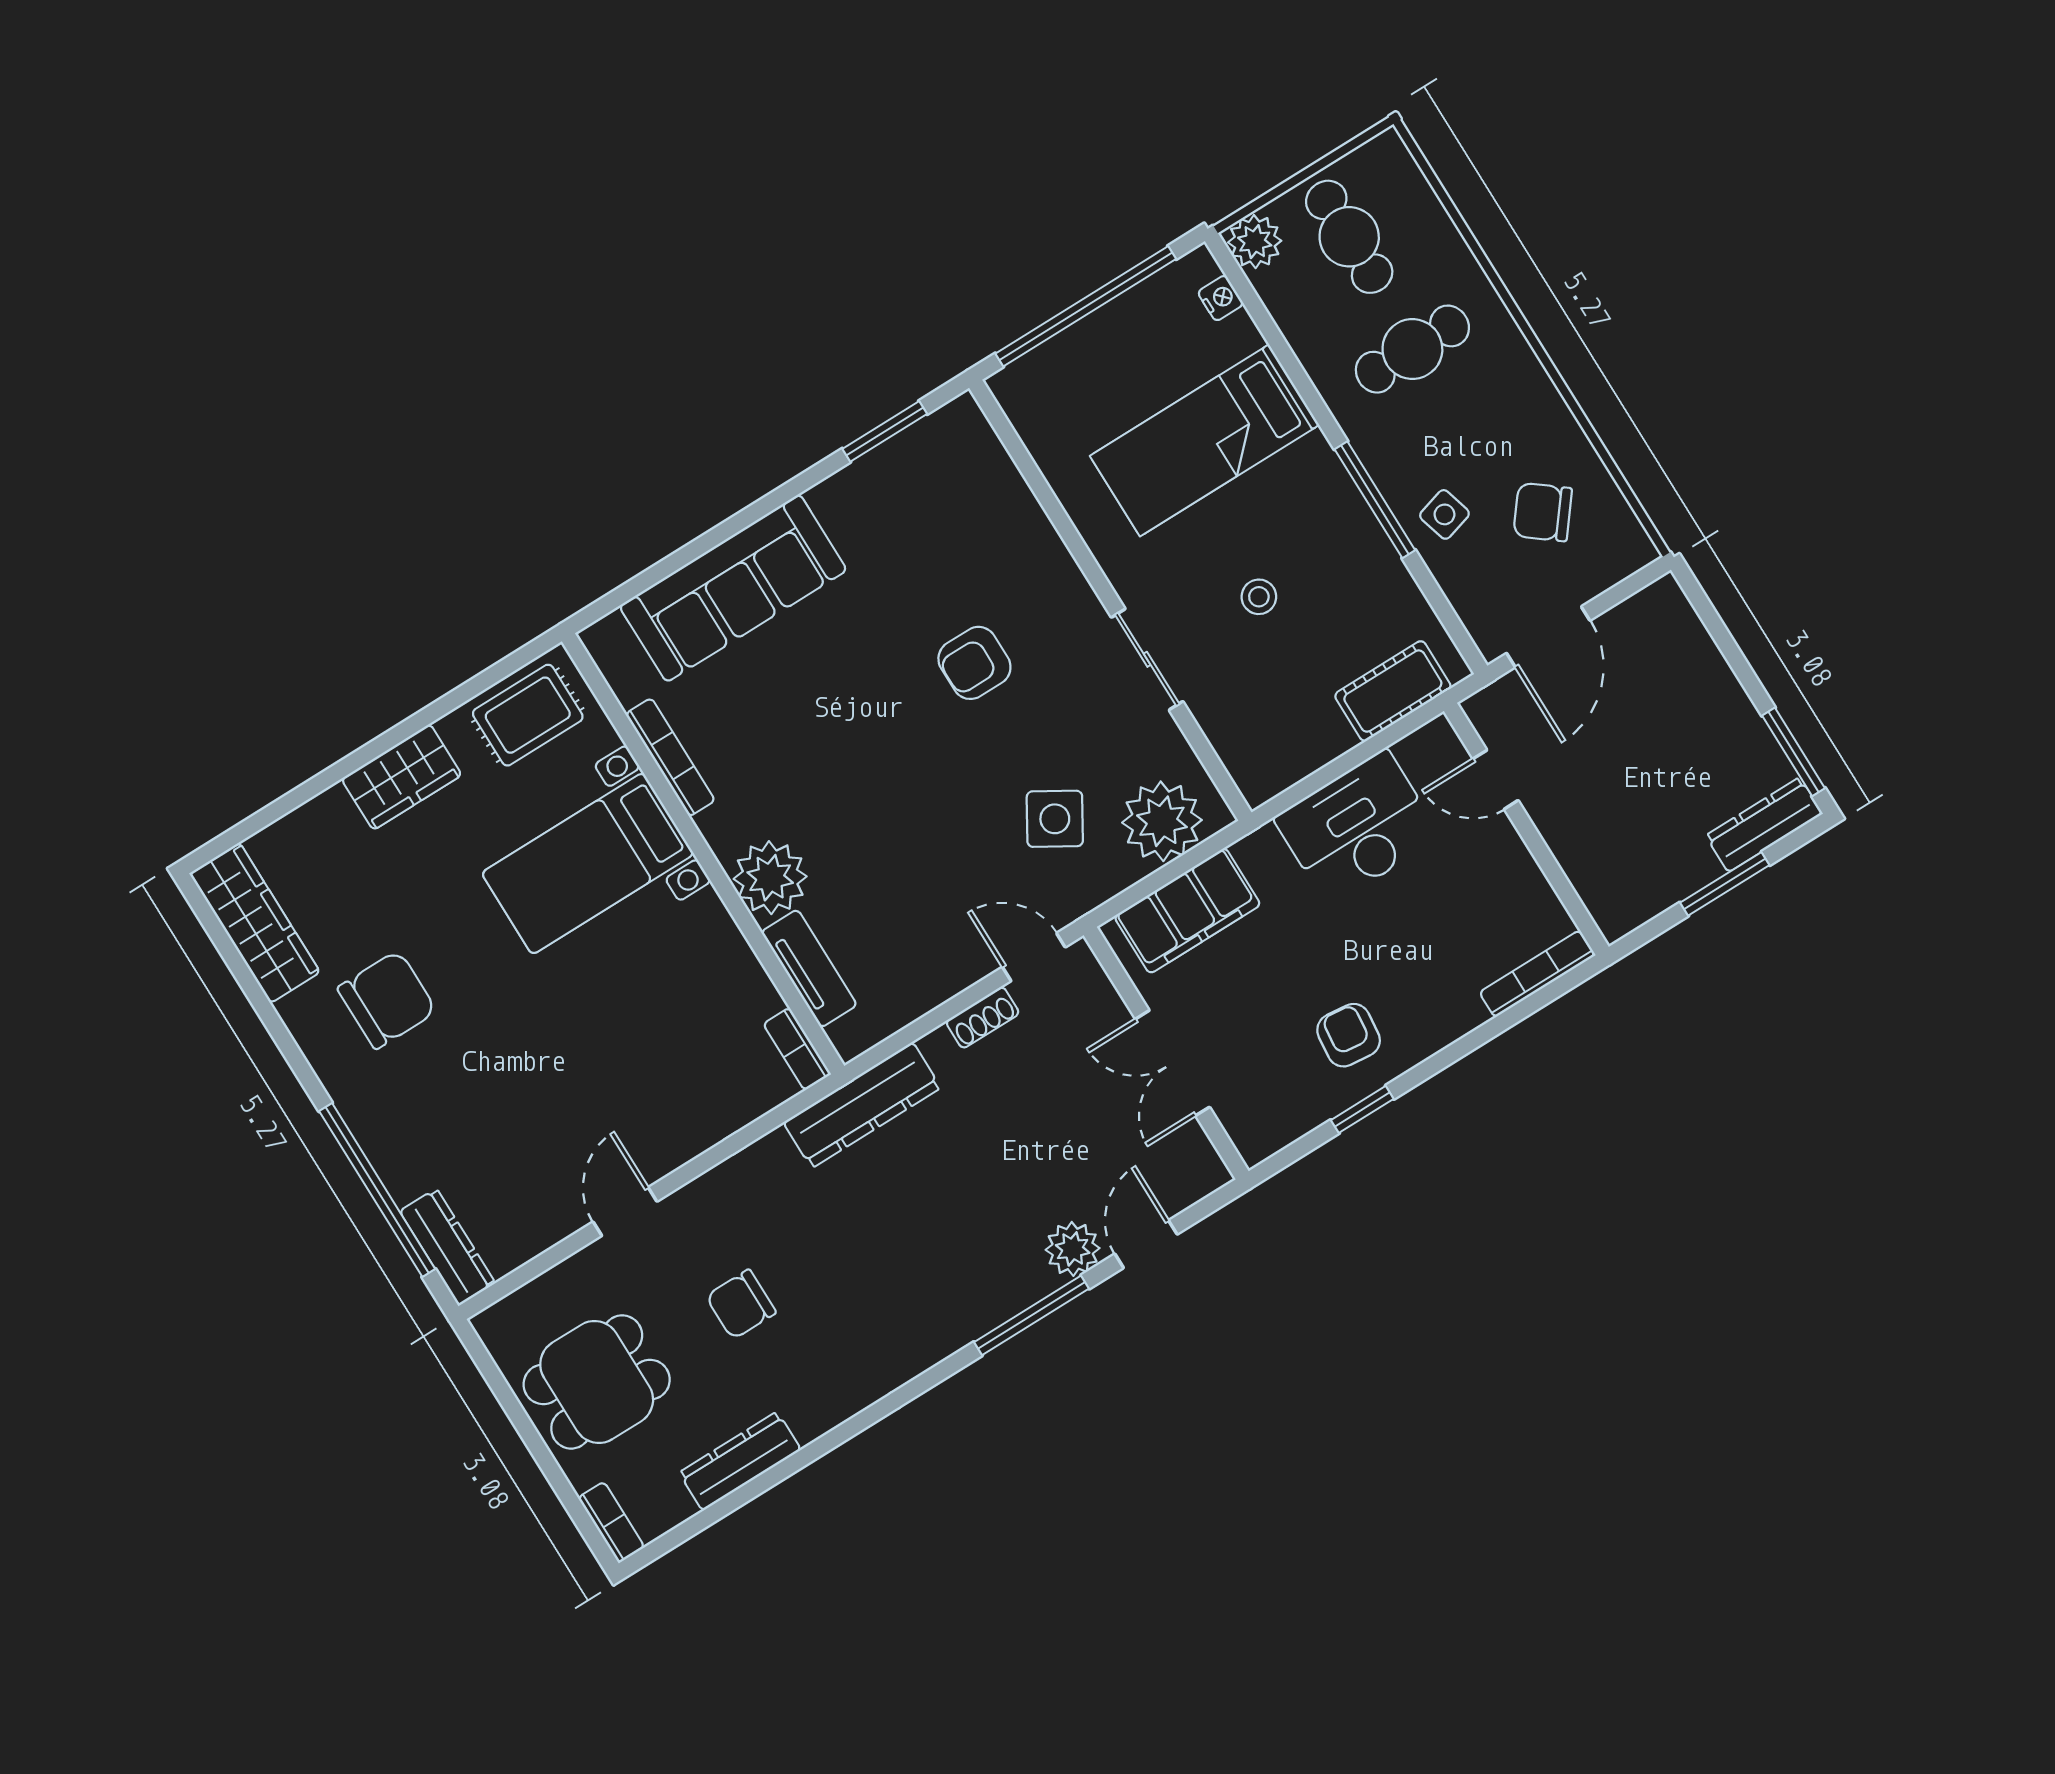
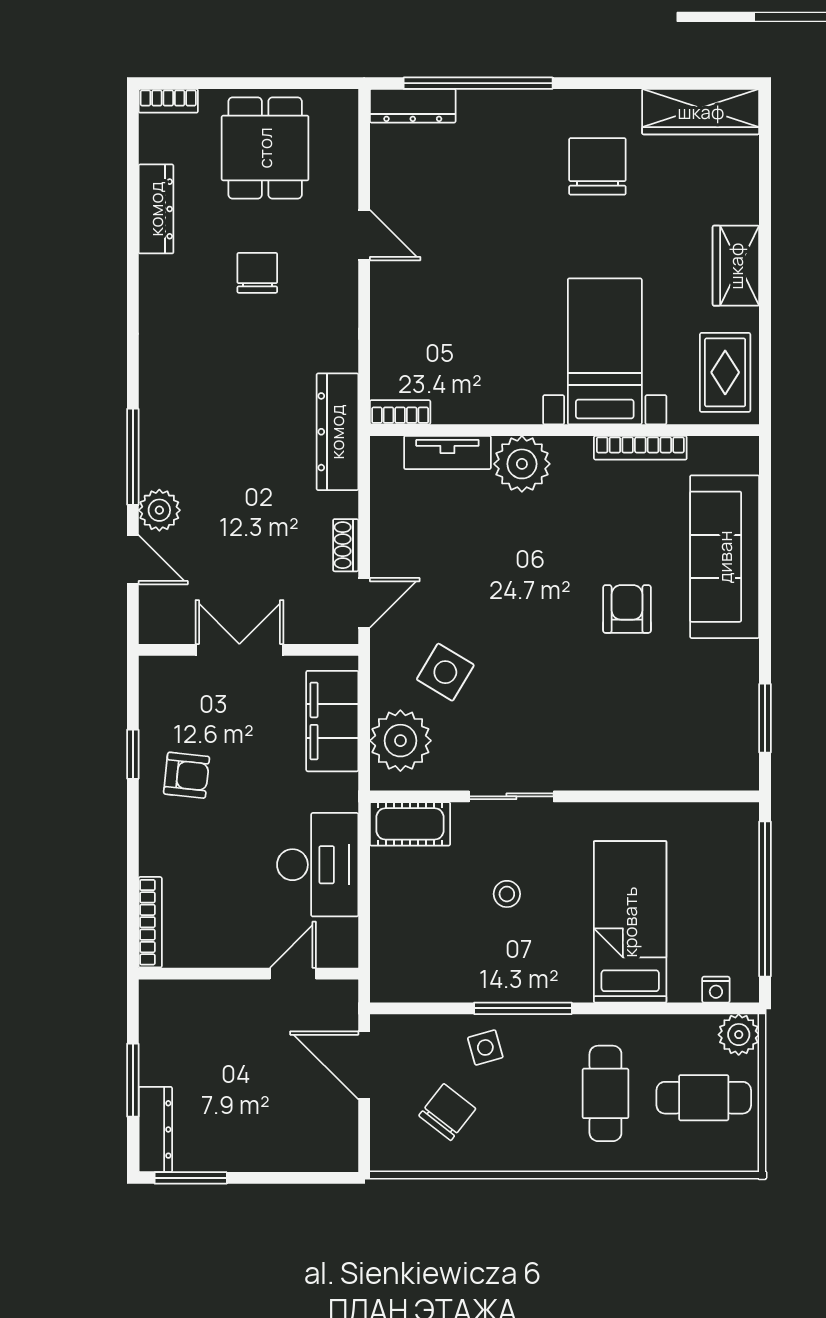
armchair: (974, 663) -> (627, 609), moved
cot: (1393, 691) -> (410, 824), moved, turned 90
chair: (387, 1000) -> (597, 166), turned 180

